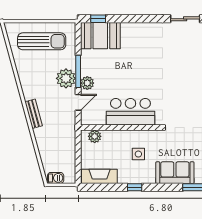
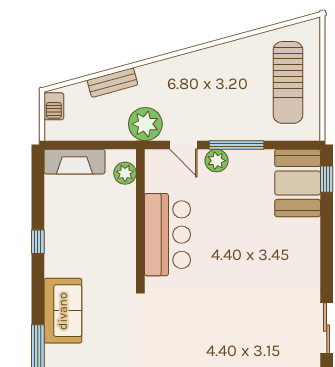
plant: (66, 78) -> (145, 124), moved
bench: (34, 114) -> (112, 83), moved
side table: (138, 154) -> (95, 248), removed
fireplace: (99, 176) -> (74, 162), moved, turned 90

